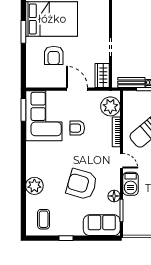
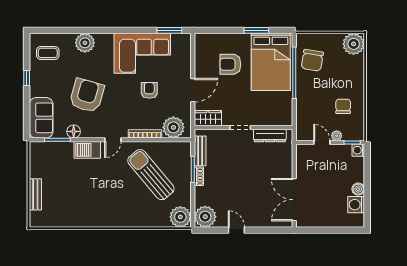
dresser: (118, 20) -> (270, 136), added
corner sofa: (44, 116) -> (142, 53), moved

